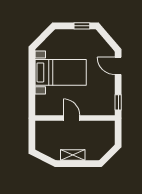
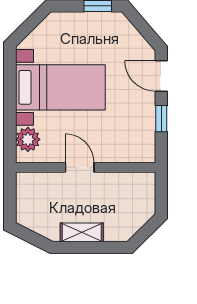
plant: (42, 102) -> (28, 139), added
window: (118, 102) -> (161, 119), moved

